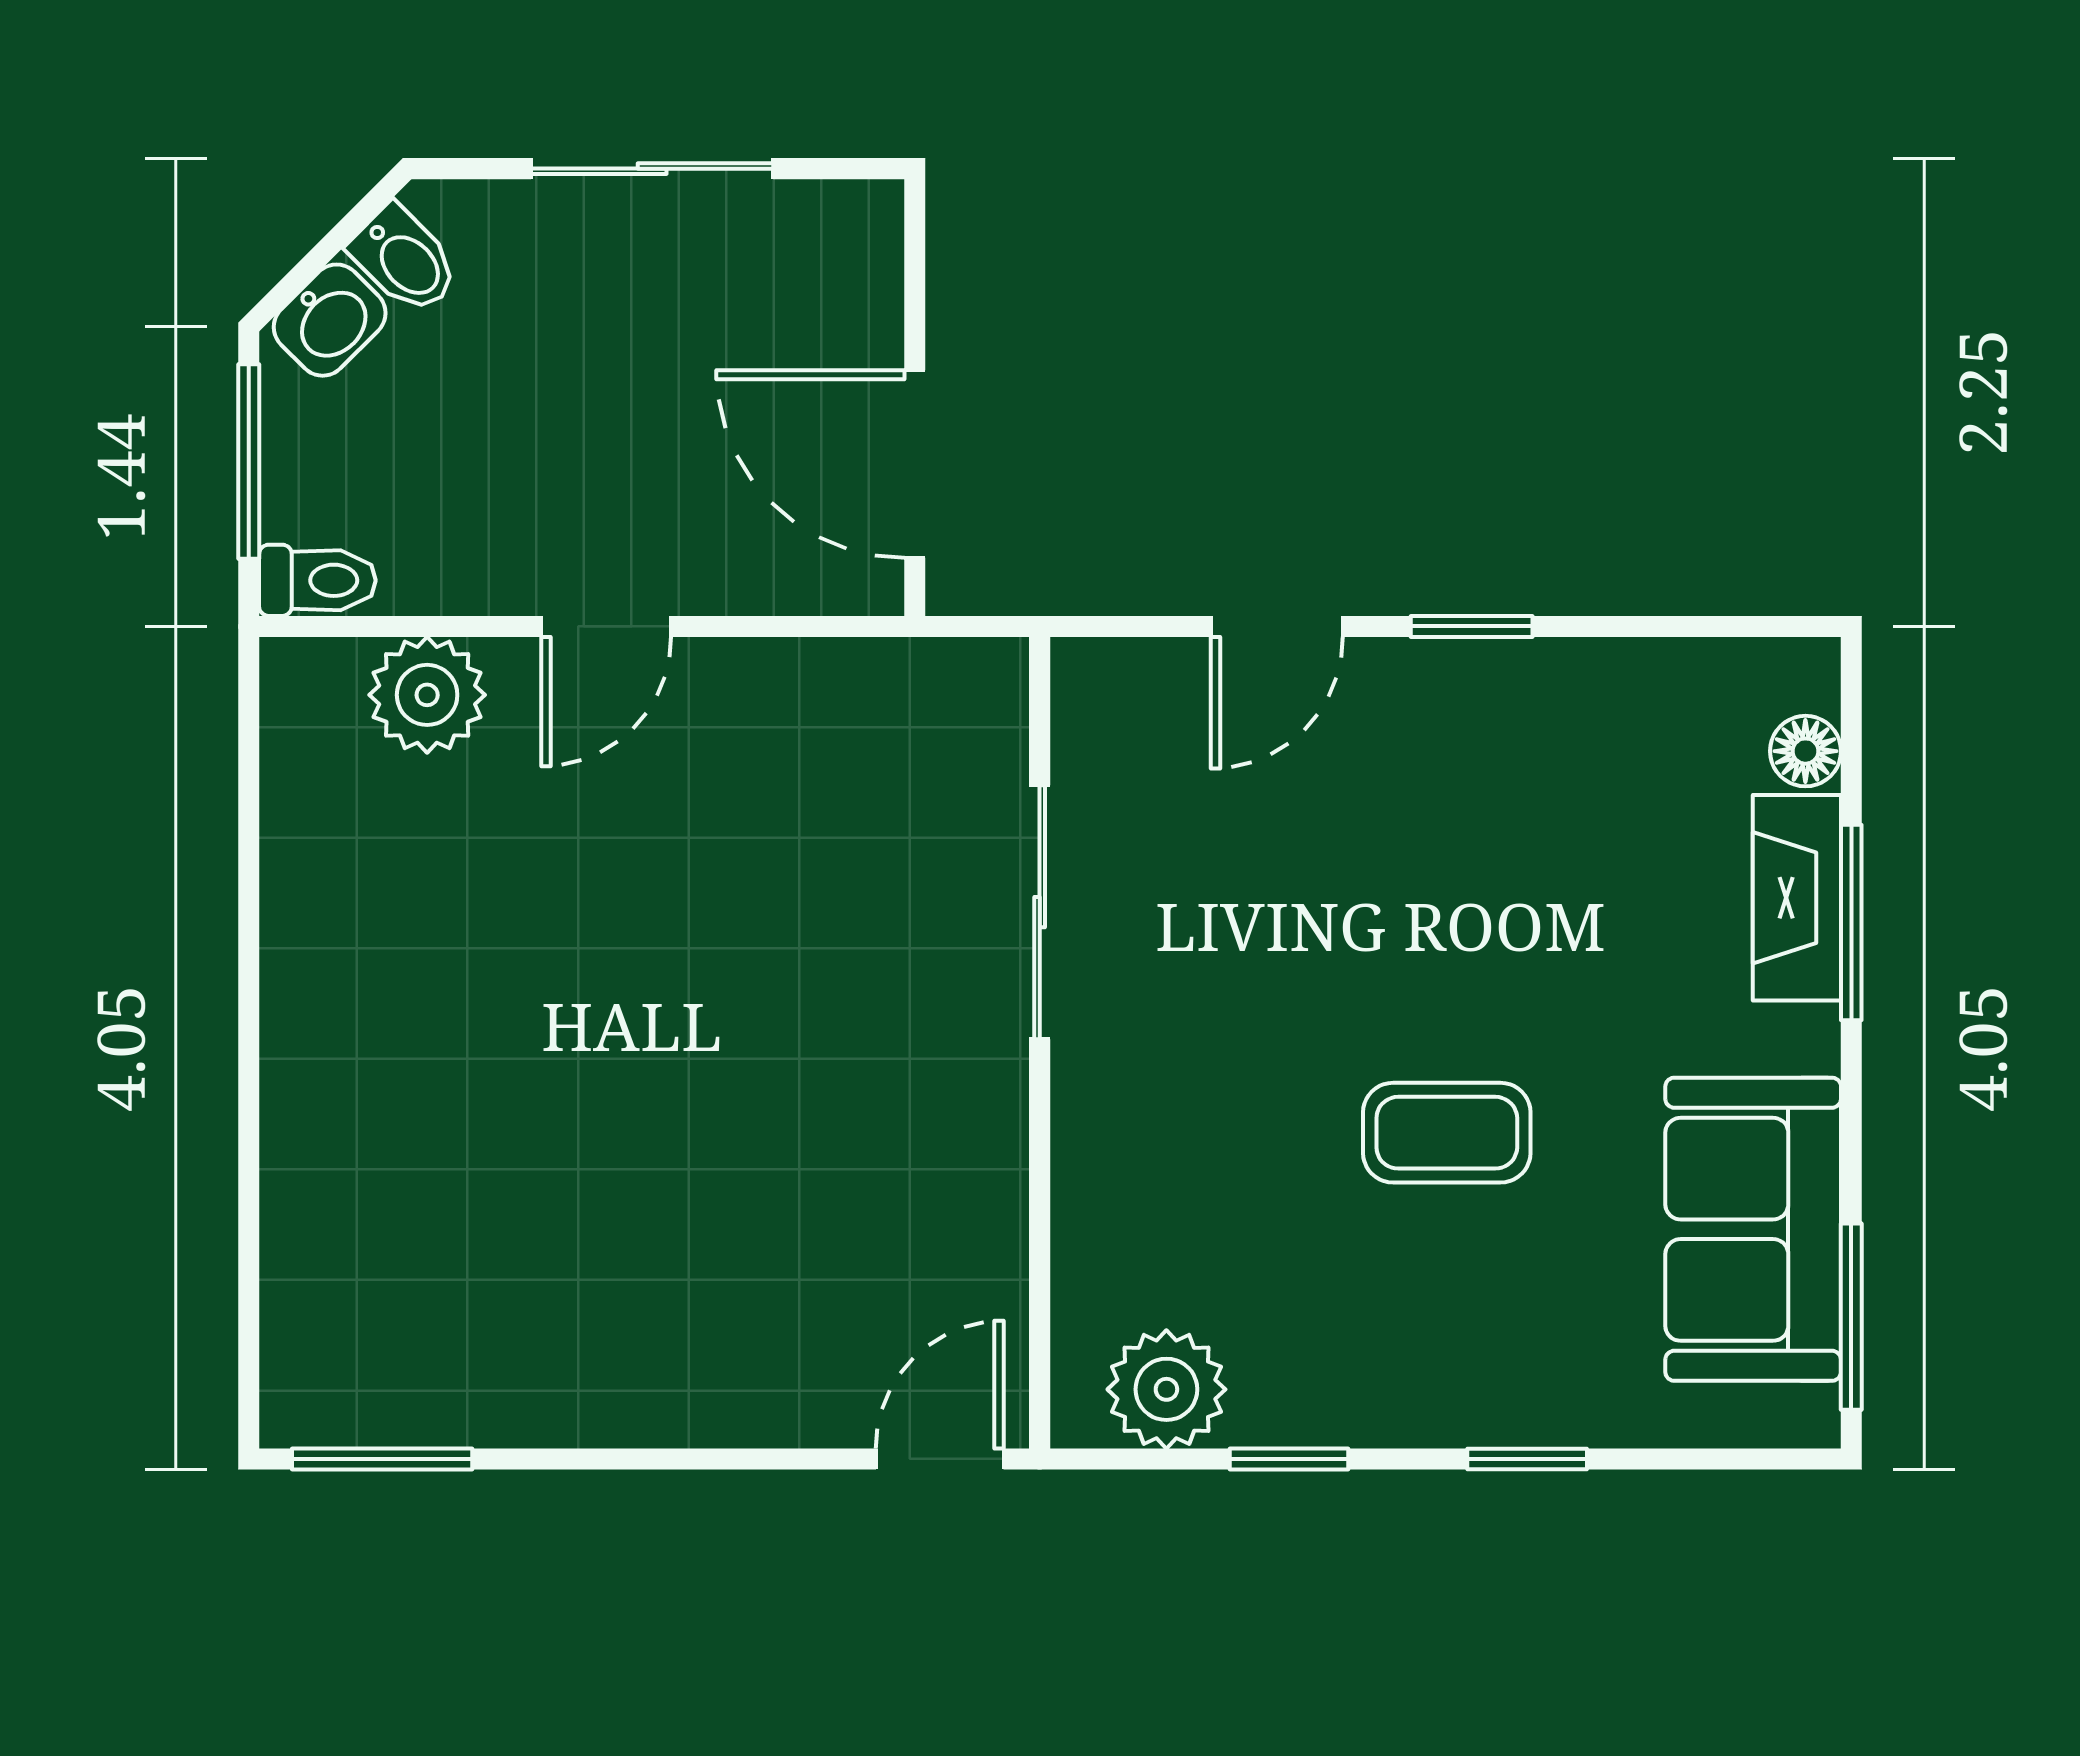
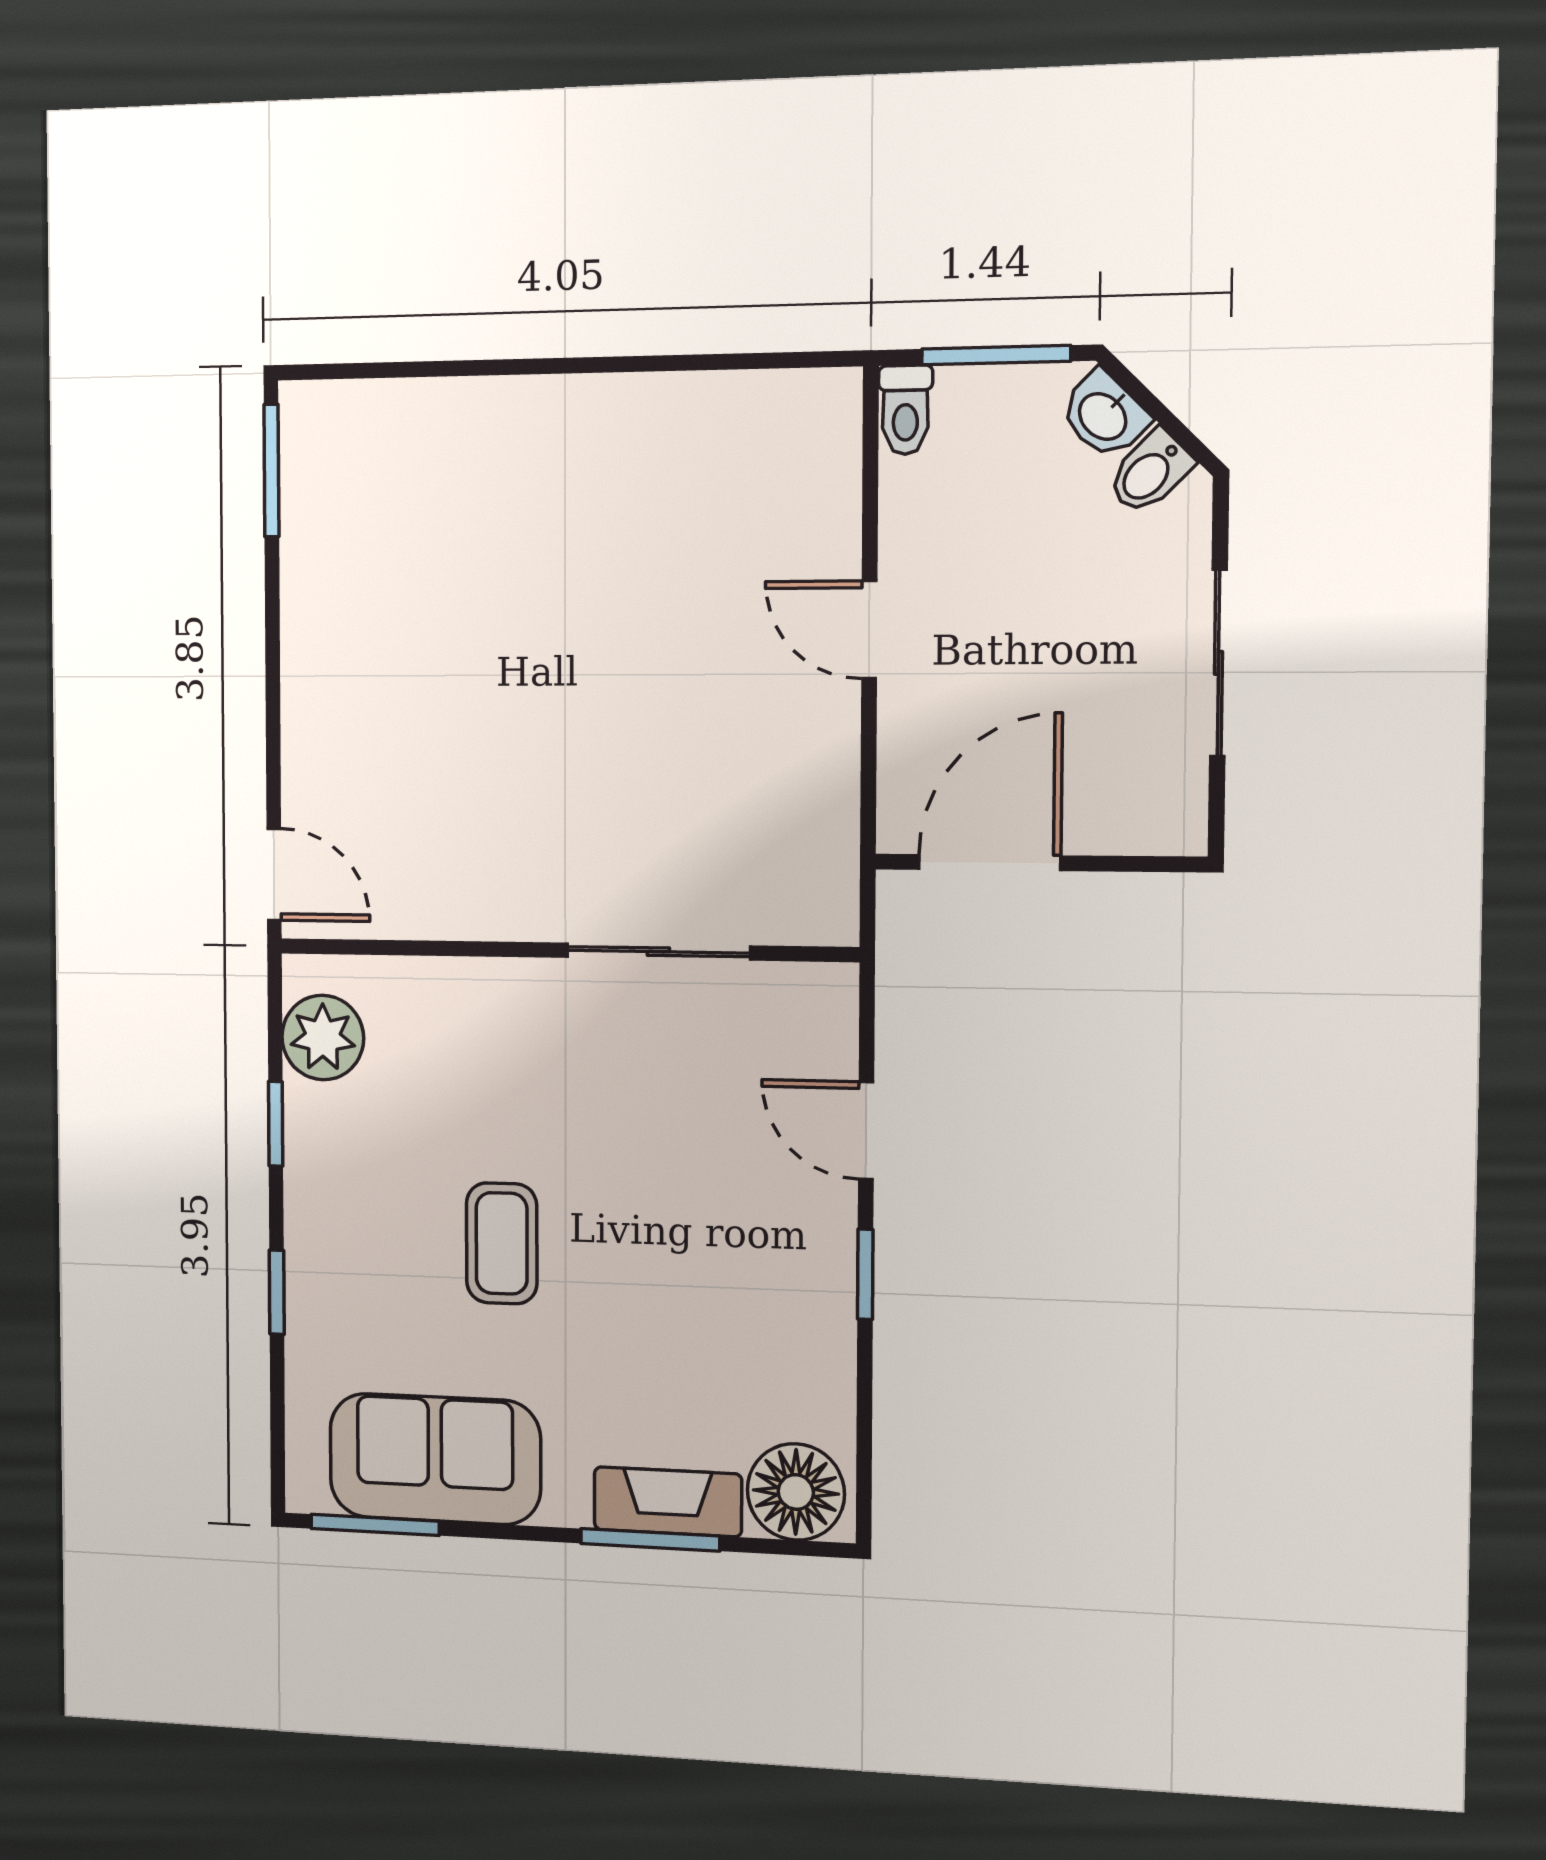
plant: (427, 695) -> (819, 495), removed
floor lamp: (1805, 751) -> (796, 1492), width x1.89, depth x1.89

